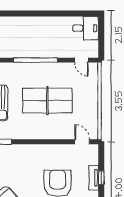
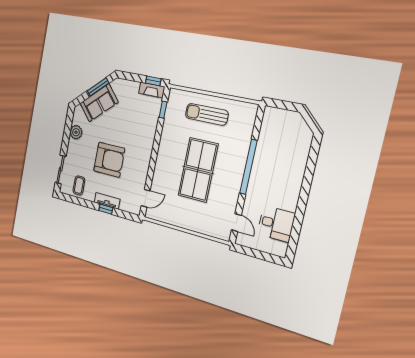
desk: (86, 28) -> (276, 224), moved, turned -90
door: (81, 60) -> (236, 223), swing flipped

